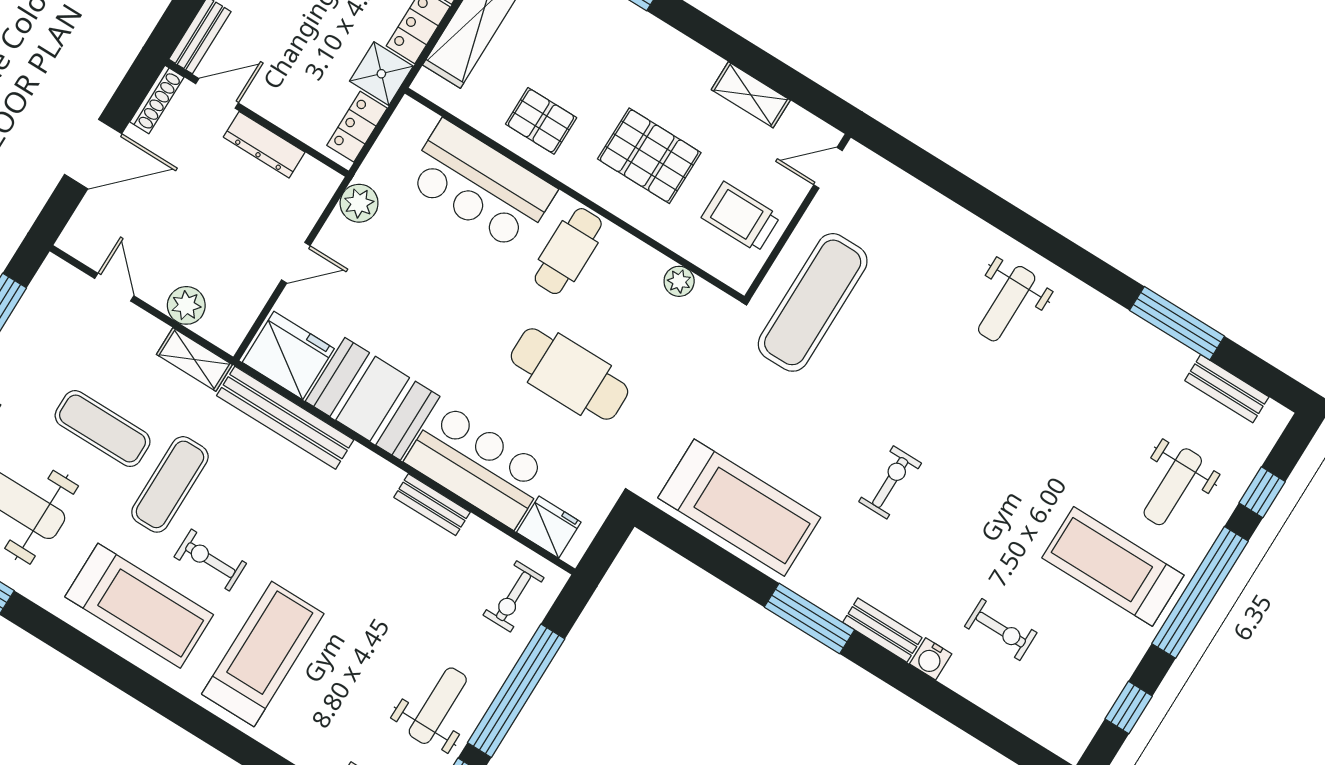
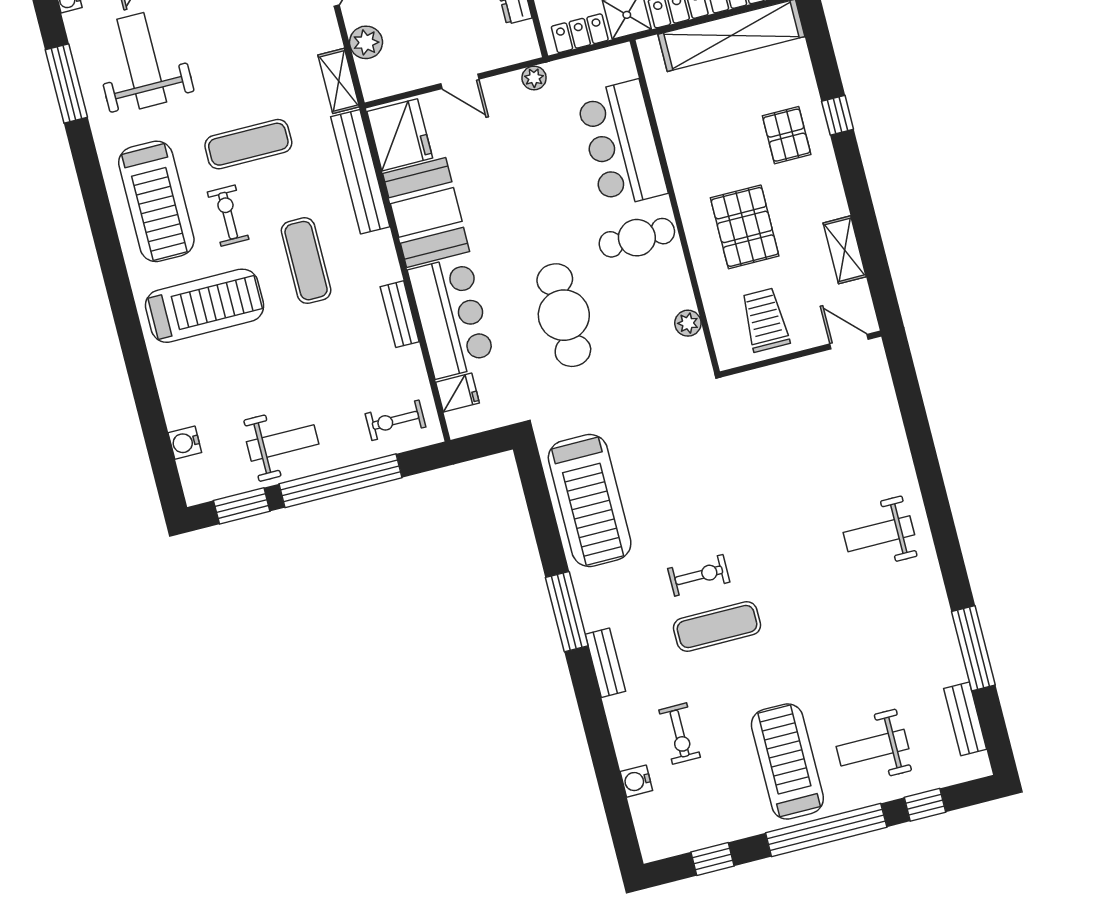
pallet: (541, 121) -> (787, 135), moved
plant: (359, 203) -> (534, 78), width x0.73, depth x0.73
exercise mat: (813, 302) -> (717, 626), moved, width x0.73, depth x0.69
exercise mat: (103, 429) -> (306, 261), moved
fridge: (549, 527) -> (458, 393), width x0.72
water cooler: (931, 659) -> (636, 781), moved

